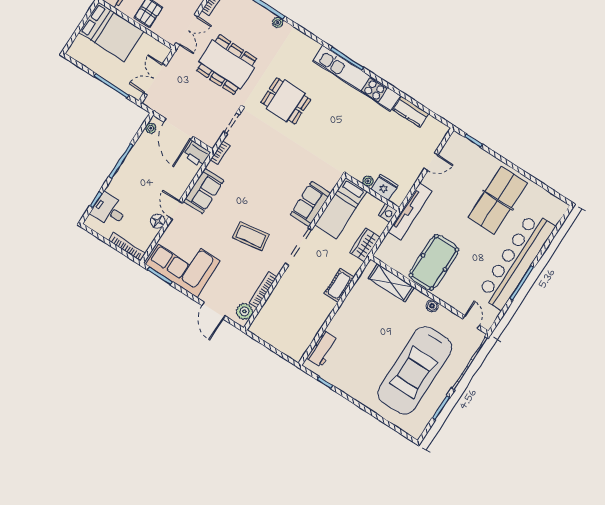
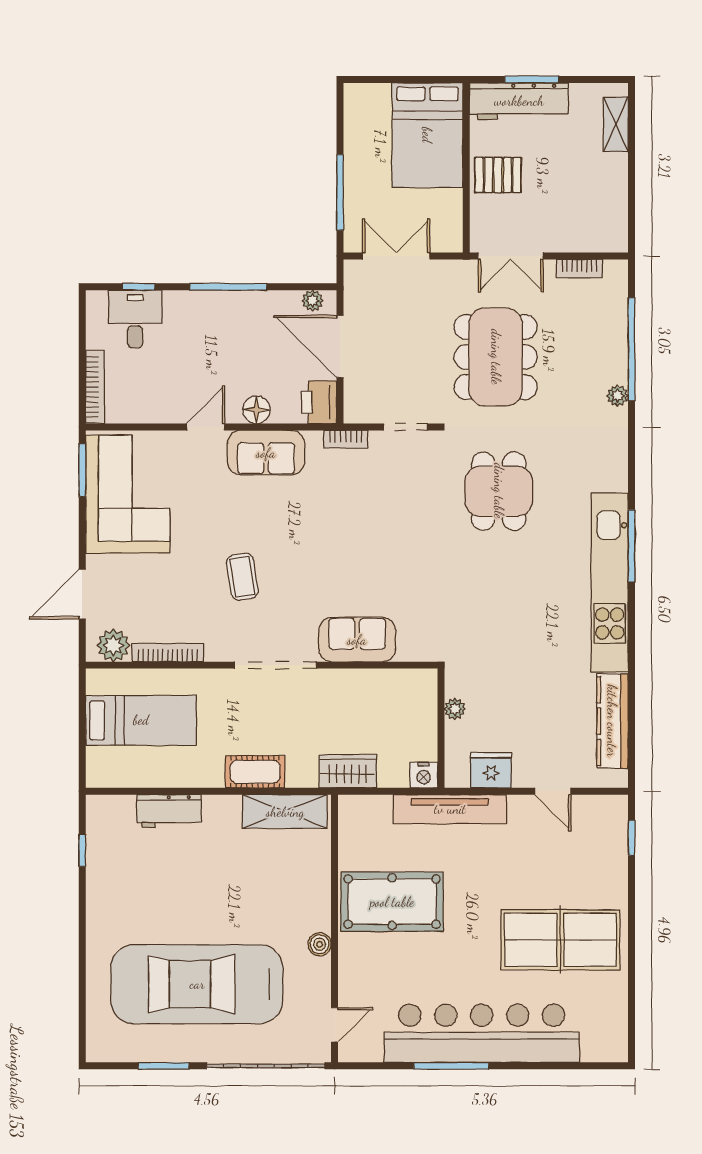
kitchen counter: (411, 112) -> (612, 721), width x1.50
door: (178, 129) -> (340, 347), hinge flipped
fridge: (384, 187) -> (491, 770), moved, turned -90
bed: (341, 208) -> (141, 720), moved, turned 180
floor lamp: (158, 221) -> (256, 410), moved
coffee table: (251, 236) -> (242, 577), width x0.73, depth x0.77
shelving: (391, 283) -> (285, 812), moved, turned 90
workbench: (322, 349) -> (169, 811), moved

